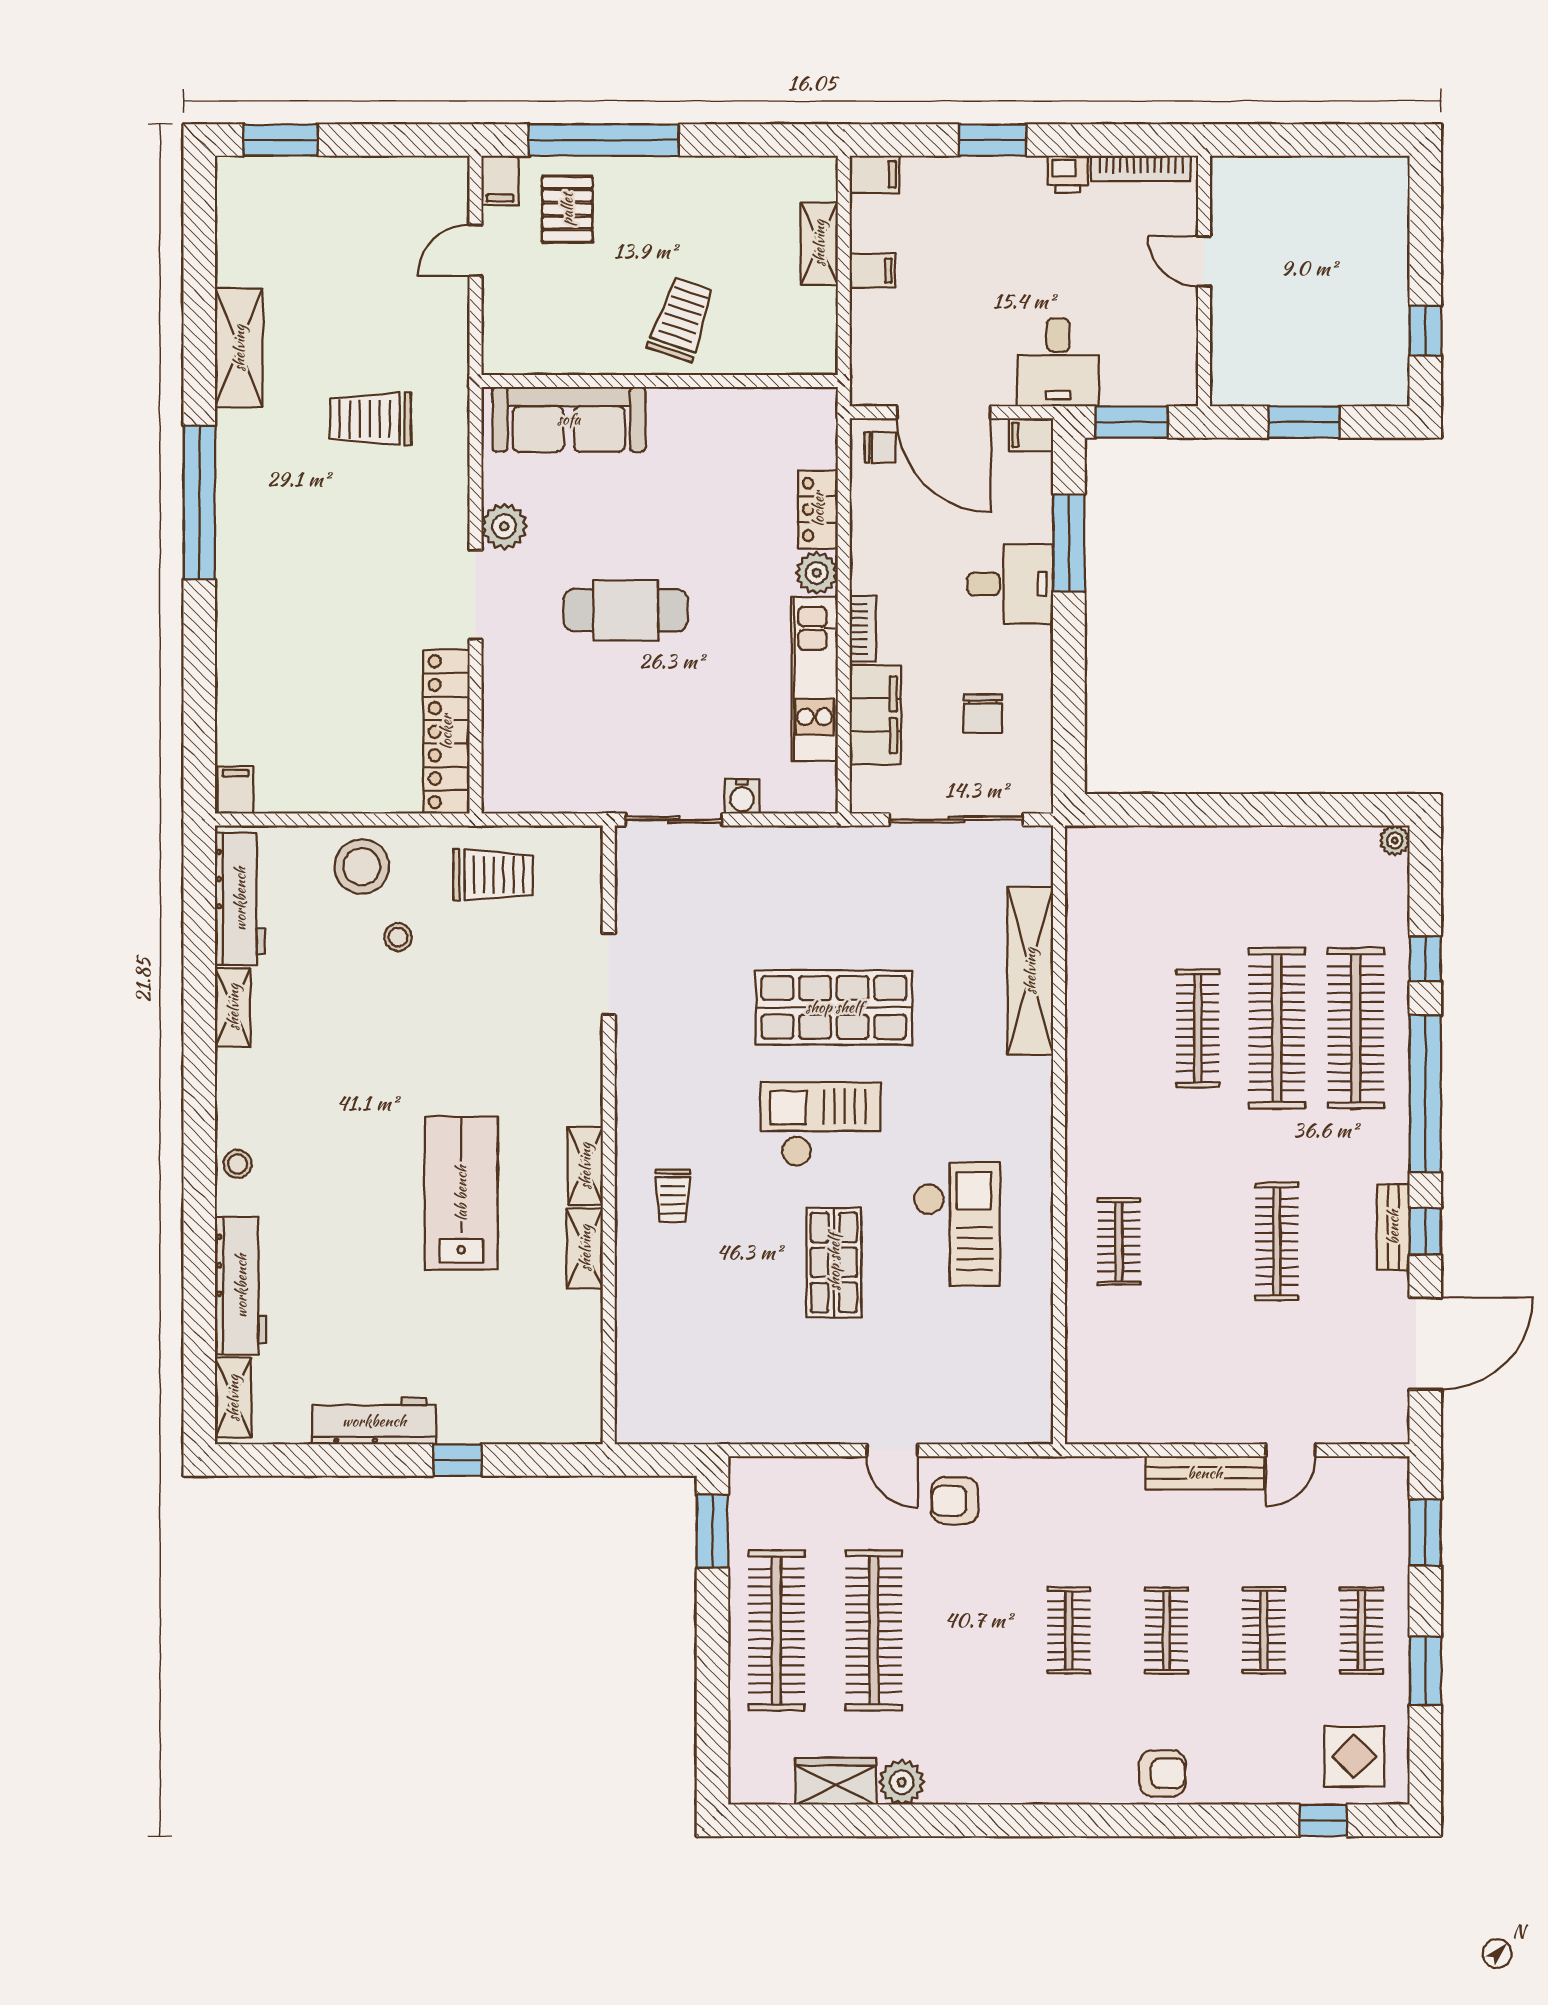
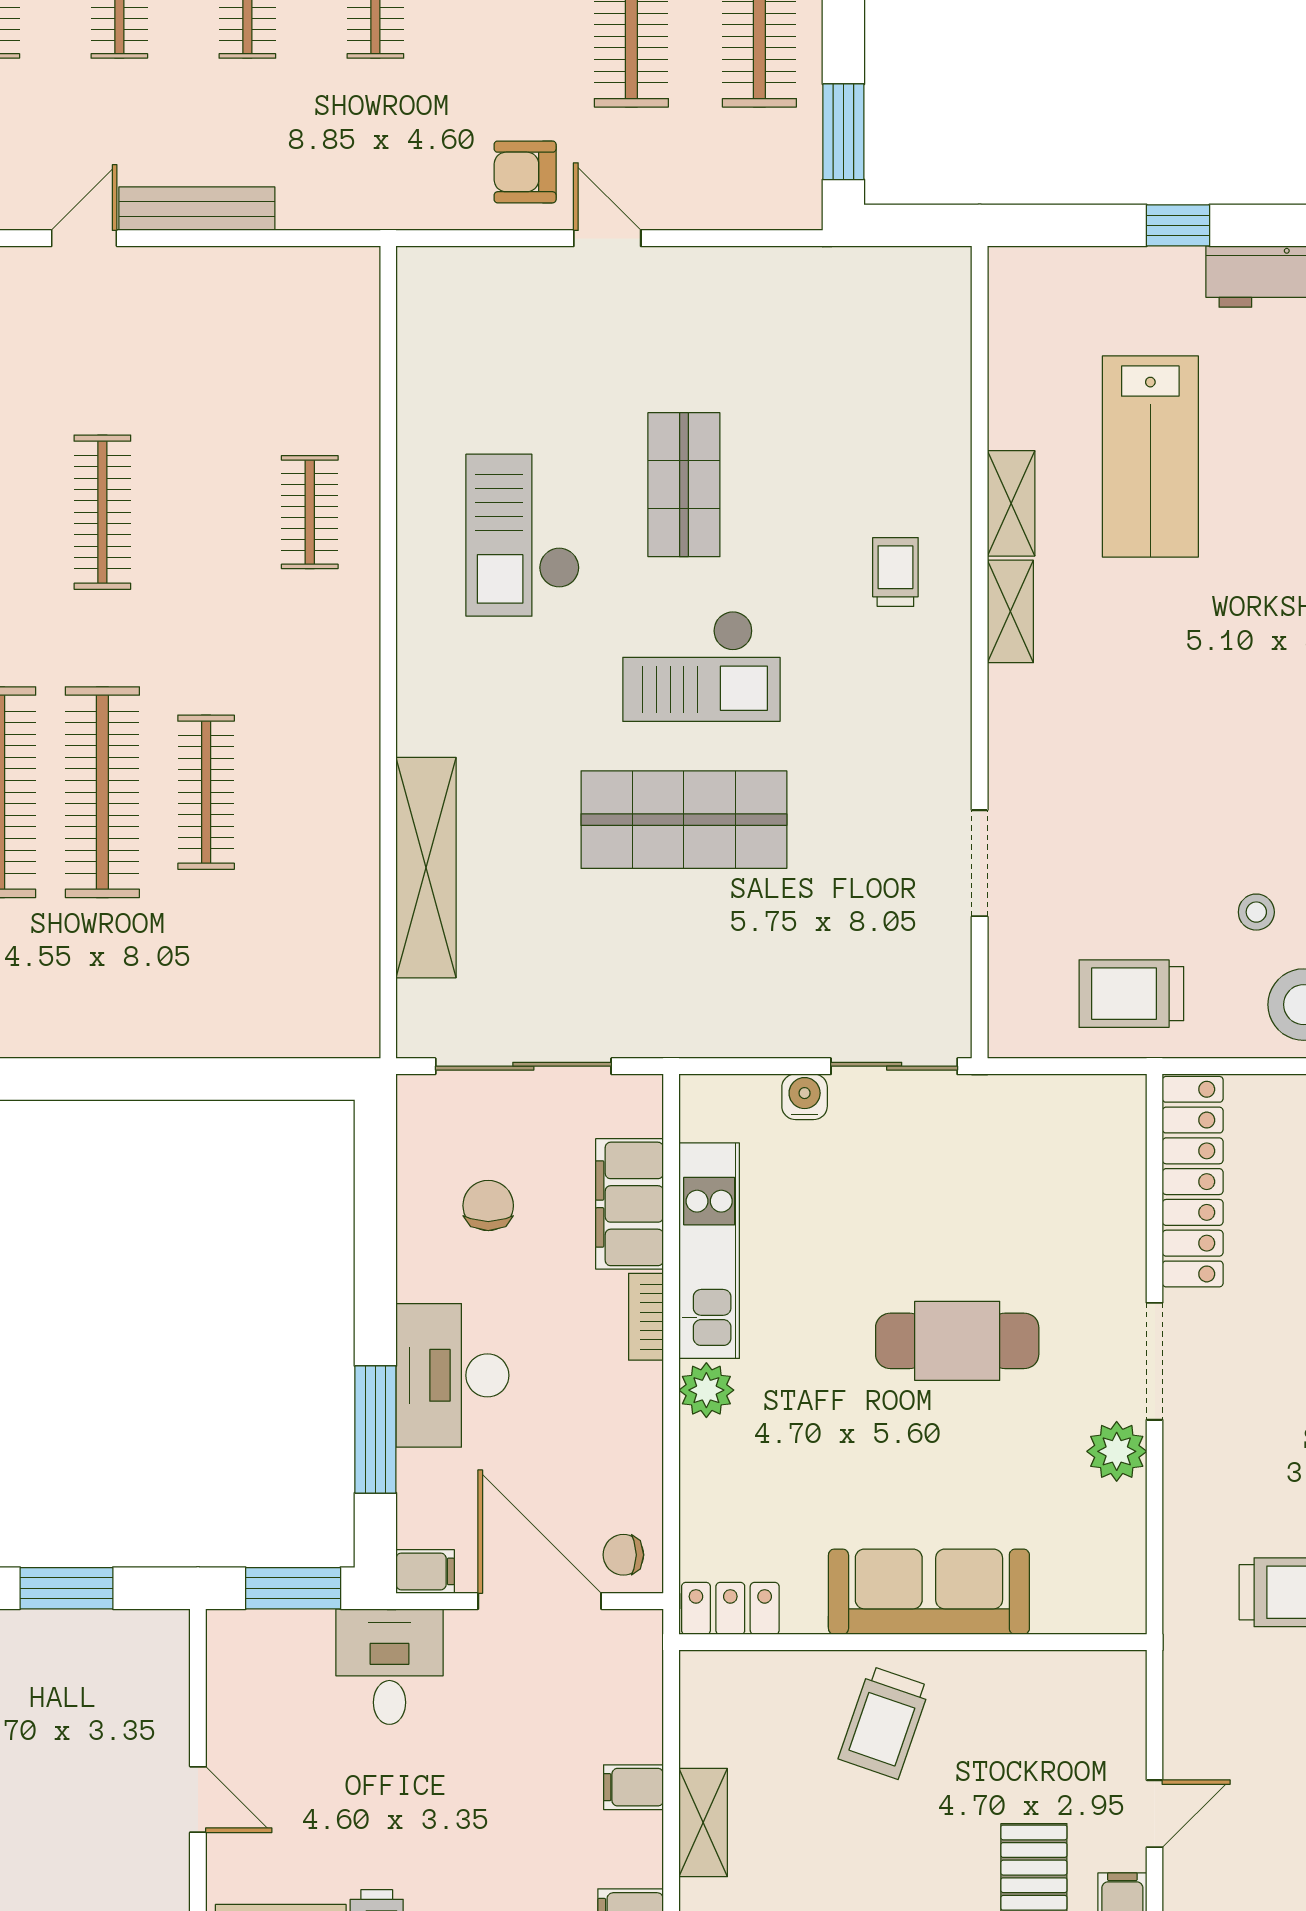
sofa: (569, 419) -> (929, 1592), moved
locker: (818, 509) -> (730, 1608), moved, turned -90
desk: (1010, 584) -> (452, 1375), width x1.37
lab bench: (461, 1193) -> (1150, 457), moved
armchair: (955, 1501) -> (525, 172), turned 180

